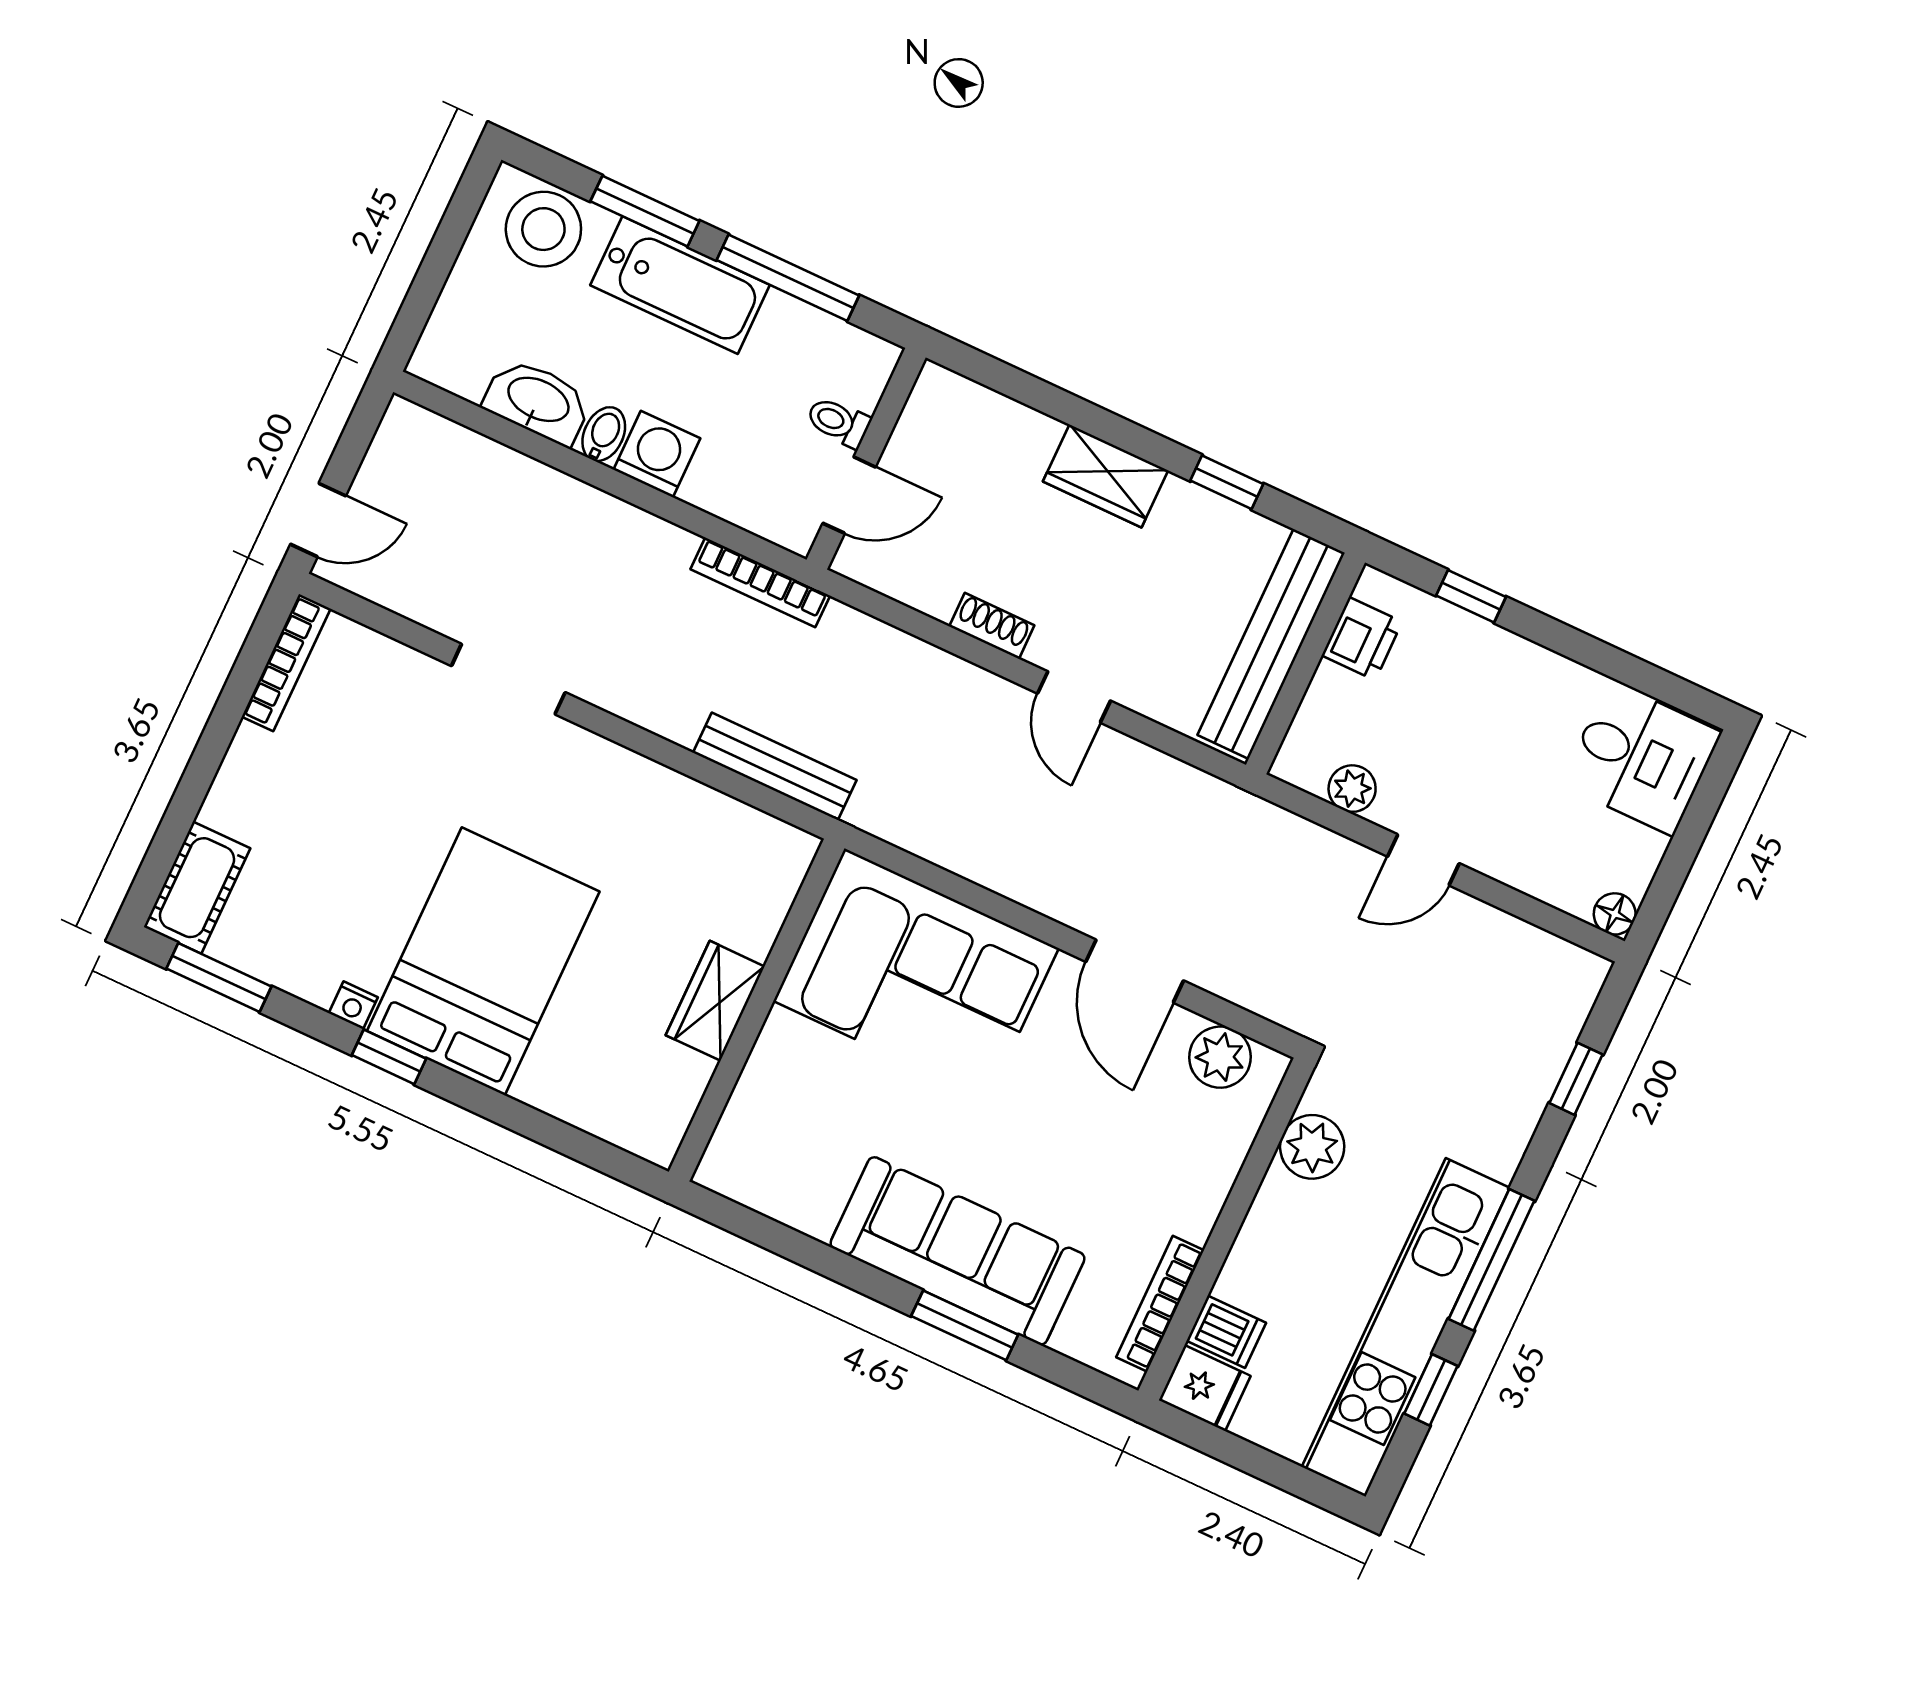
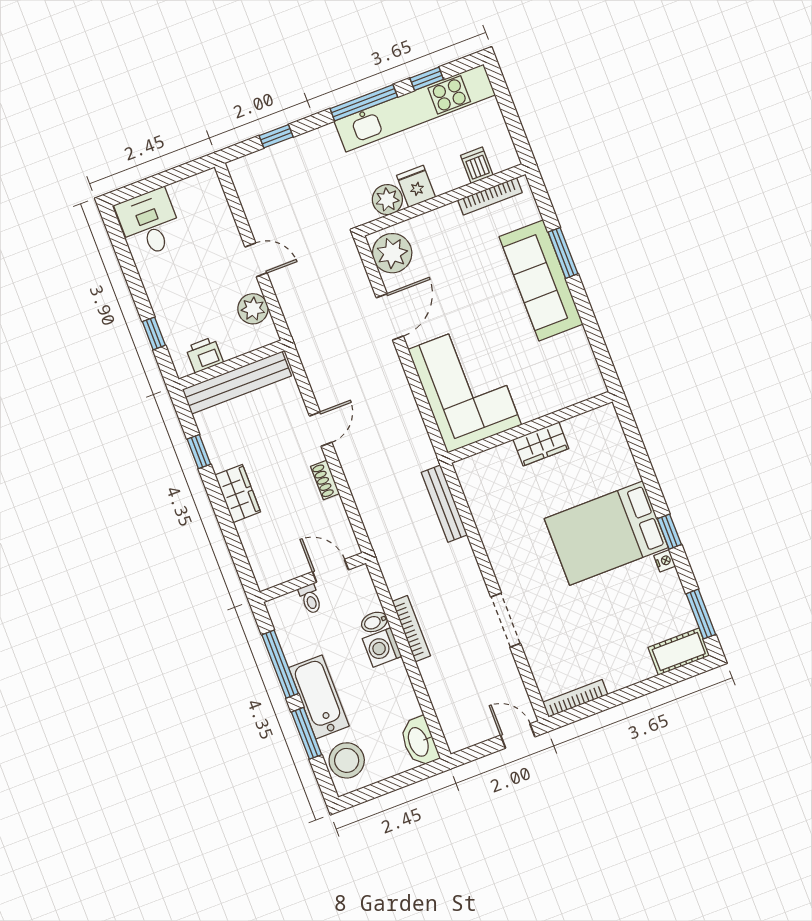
washbasin: (538, 401) -> (419, 742), moved
bidet: (604, 434) -> (374, 622), moved
bookcase: (760, 582) -> (411, 629), moved
plant: (1352, 789) -> (253, 309), width x1.38, depth x1.38
floor lamp: (1615, 914) -> (209, 179), removed
plant: (1220, 1057) -> (392, 253), width x1.36, depth x1.36
fridge: (1205, 1388) -> (416, 186), moved

